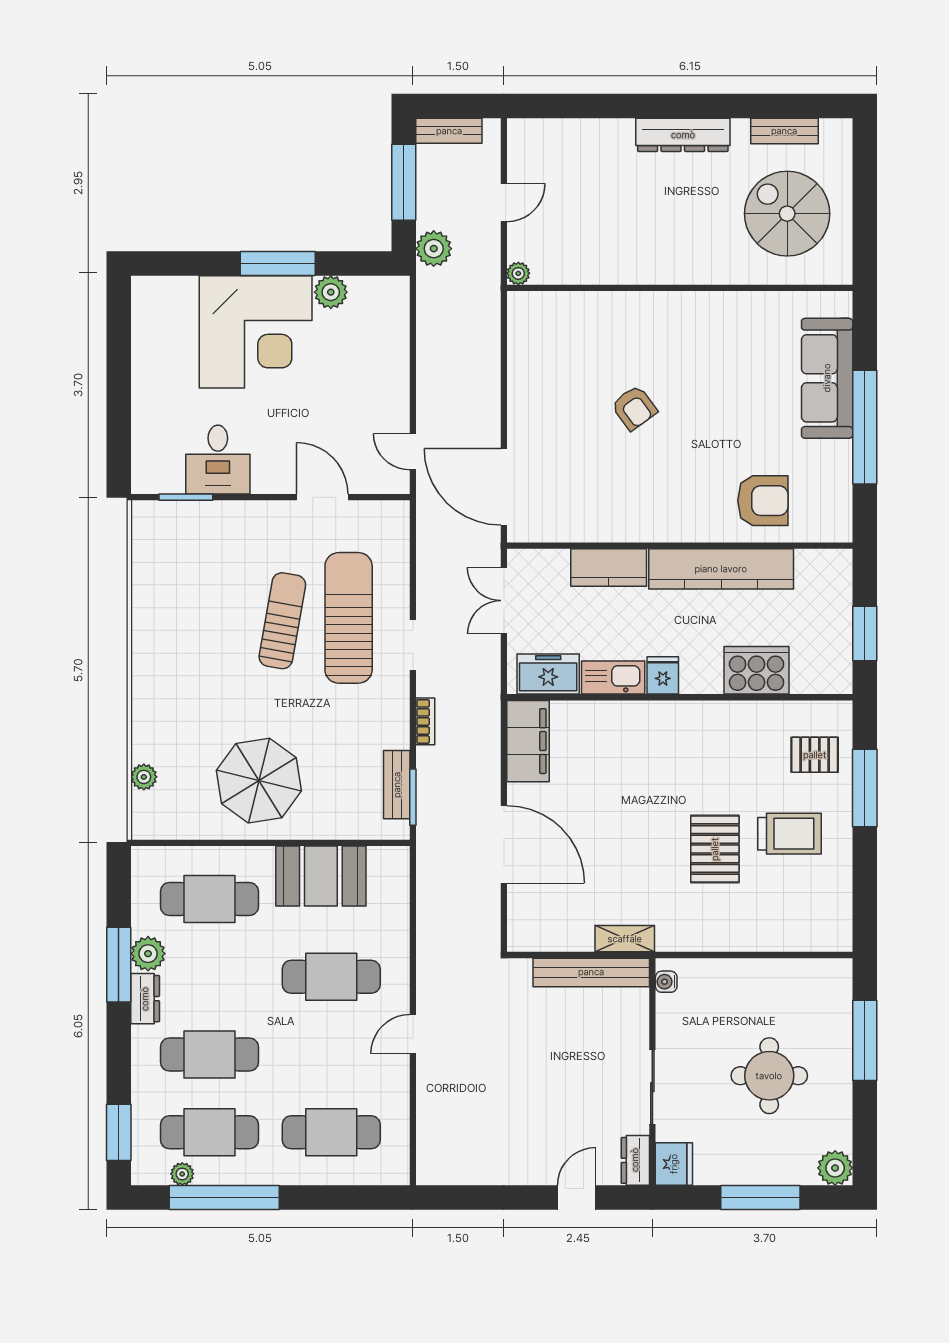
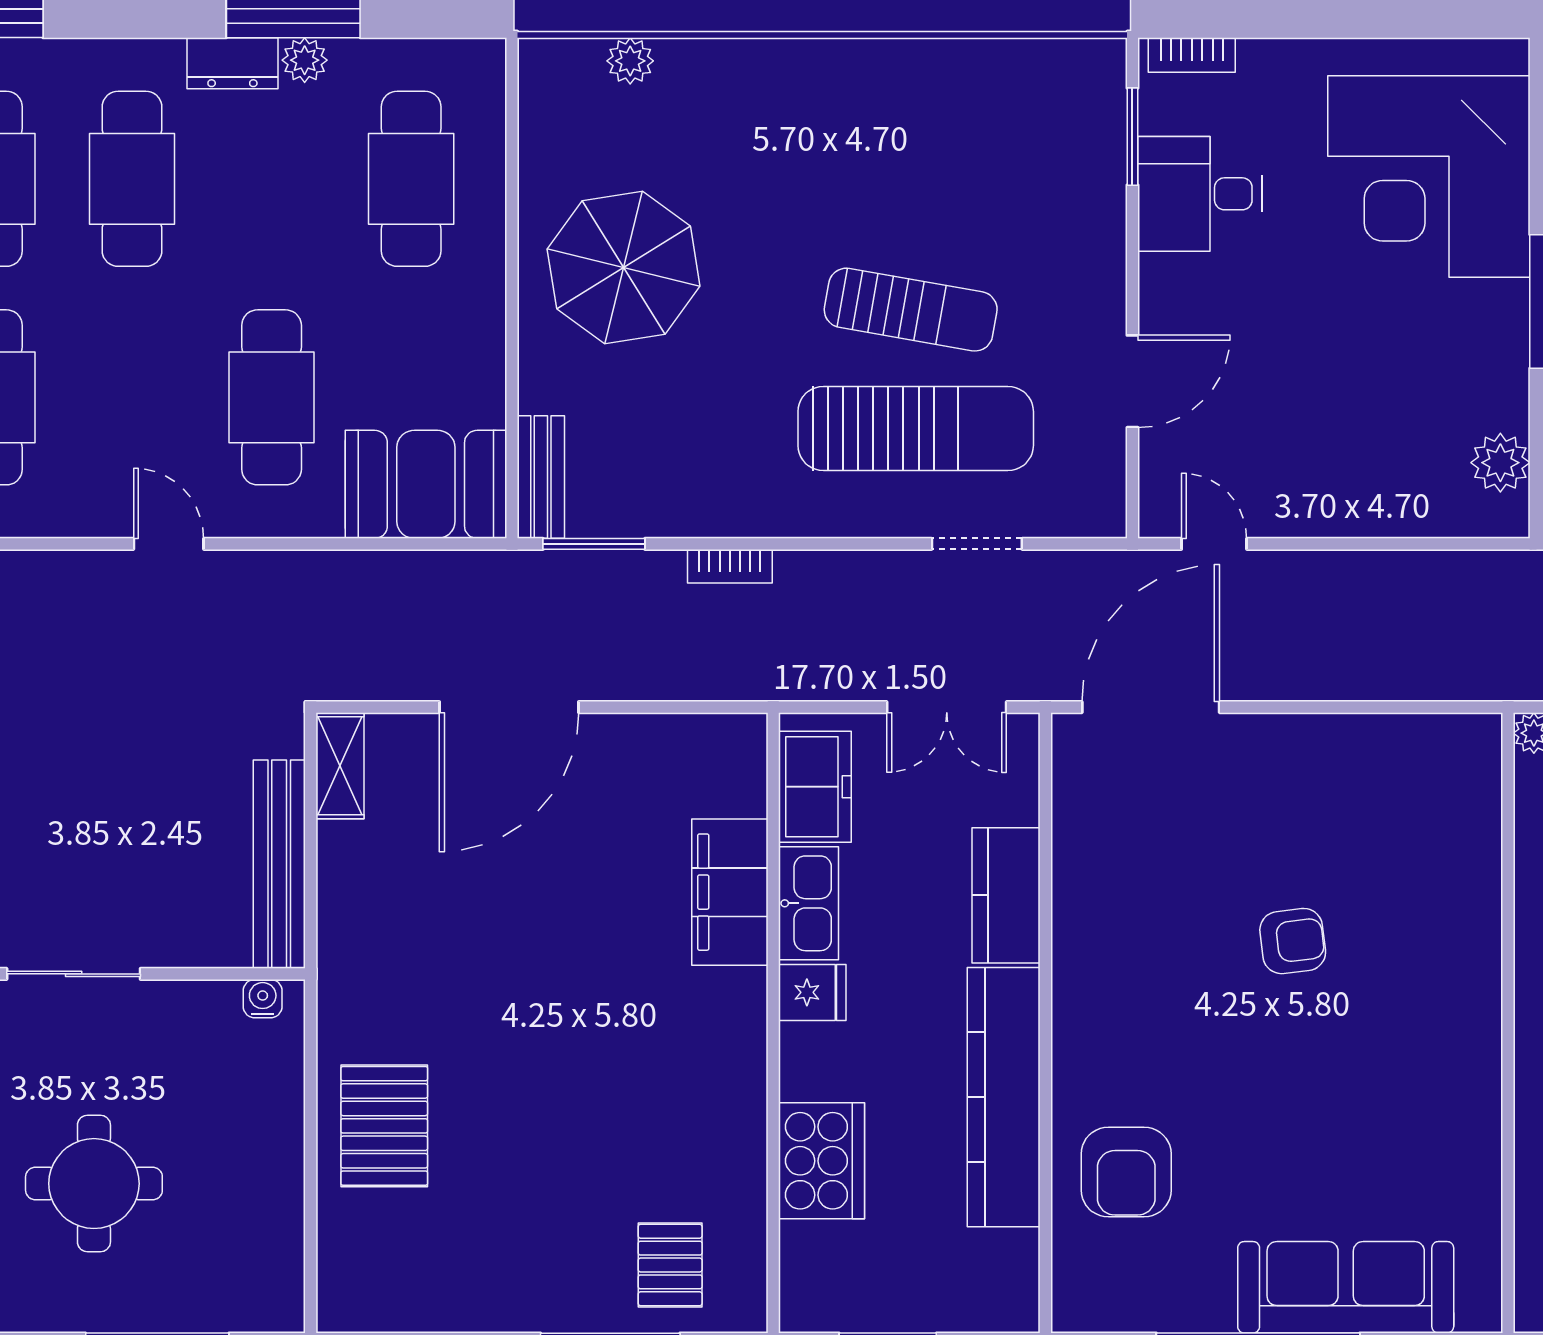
plant: (331, 292) -> (1500, 463), moved
corner desk: (256, 332) -> (1429, 176), moved
armchair: (634, 408) -> (1293, 941), turned -151
door: (413, 452) -> (1214, 544), hinge flipped
bookcase: (141, 464) -> (1192, 55), added
double door: (504, 601) -> (947, 707), swing flipped
doorway: (413, 645) -> (977, 544), moved
filing cabinet: (528, 741) -> (730, 892), moved, turned 90
bench: (397, 785) -> (541, 477), moved, turned 90
trolley: (789, 834) -> (528, 1220), removed
pallet: (715, 849) -> (384, 1126), moved, turned 90
booth: (321, 876) -> (426, 484), moved, turned 90
shelving: (625, 939) -> (340, 766), moved
plant: (148, 954) -> (305, 60), width x0.73, depth x0.73

